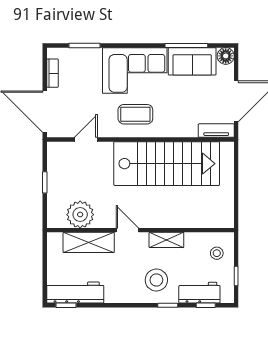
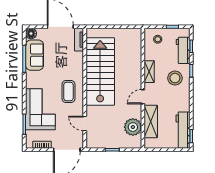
corner sofa: (135, 70) -> (40, 109), moved

